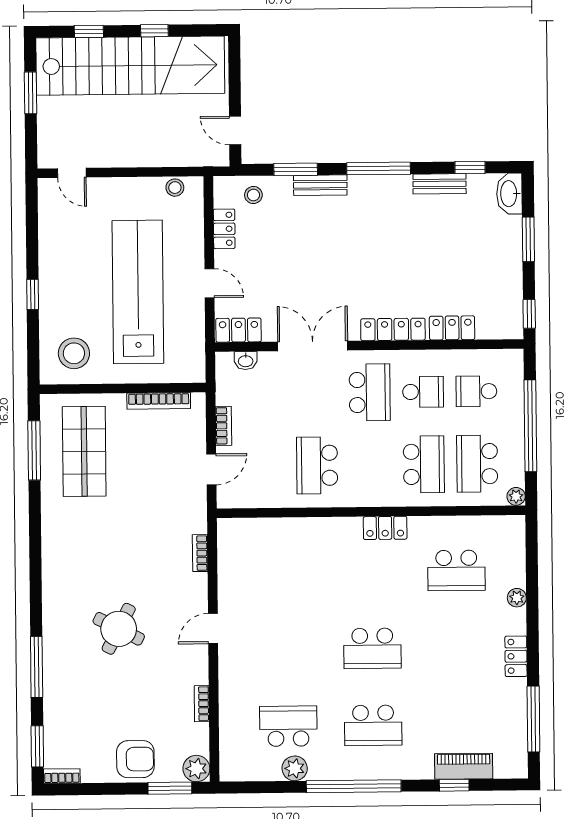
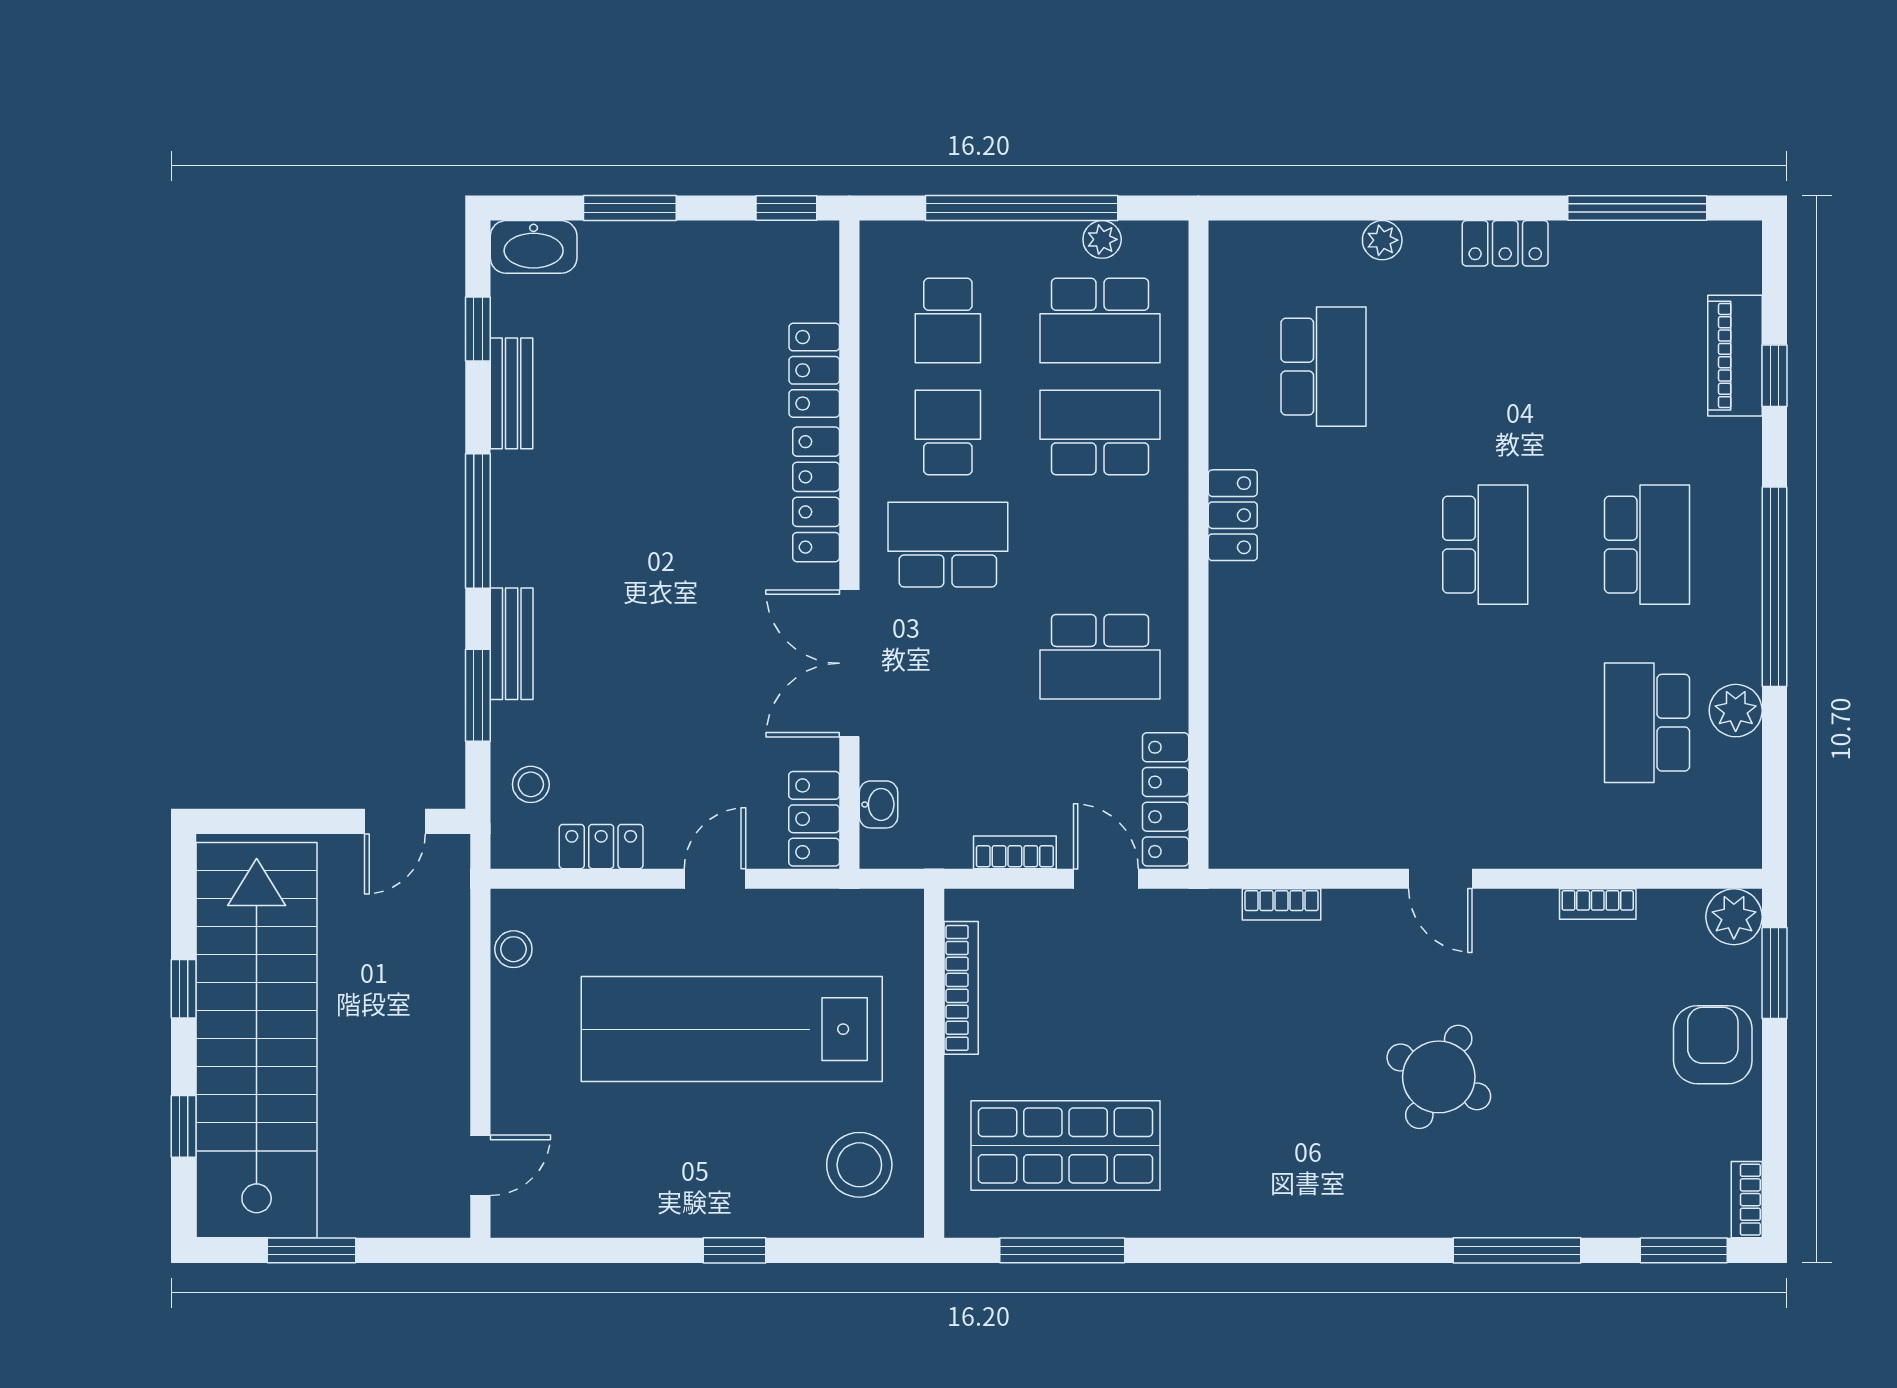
plant: (516, 496) -> (1102, 239), moved
locker: (249, 497) -> (1166, 799), added

